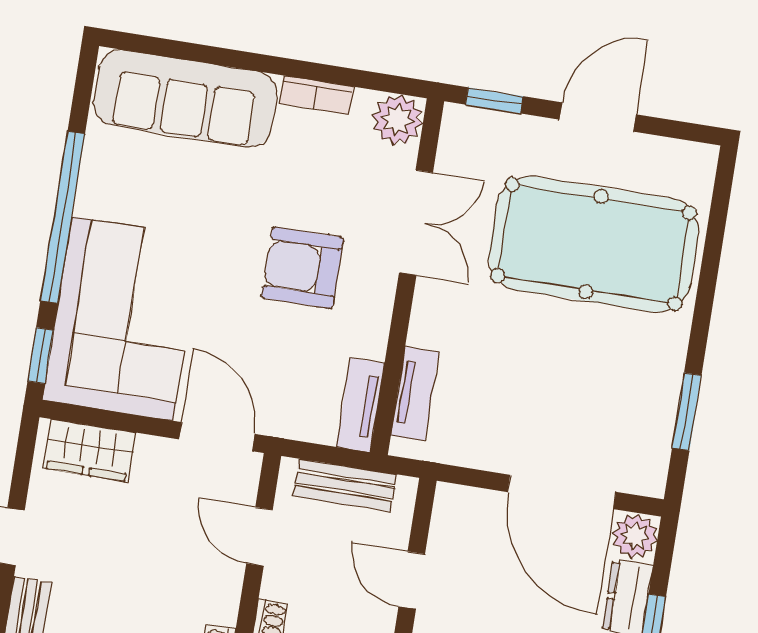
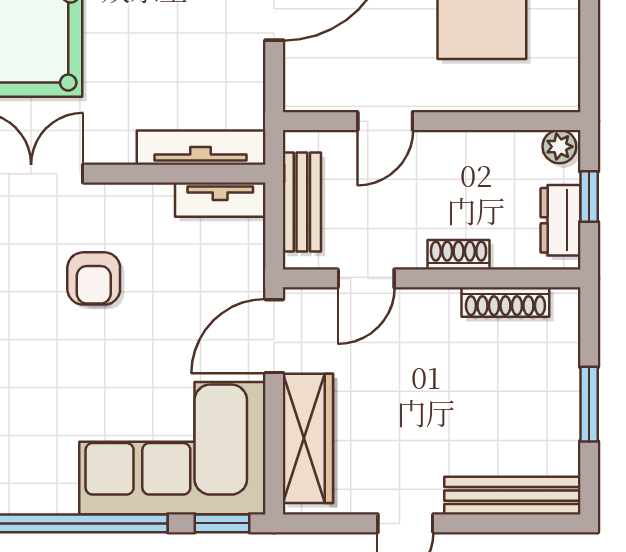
armchair: (302, 268) -> (94, 278), width x0.72, depth x0.72
tv unit: (415, 394) -> (201, 148), width x1.41
wardrobe: (89, 450) -> (308, 438), width x1.50

